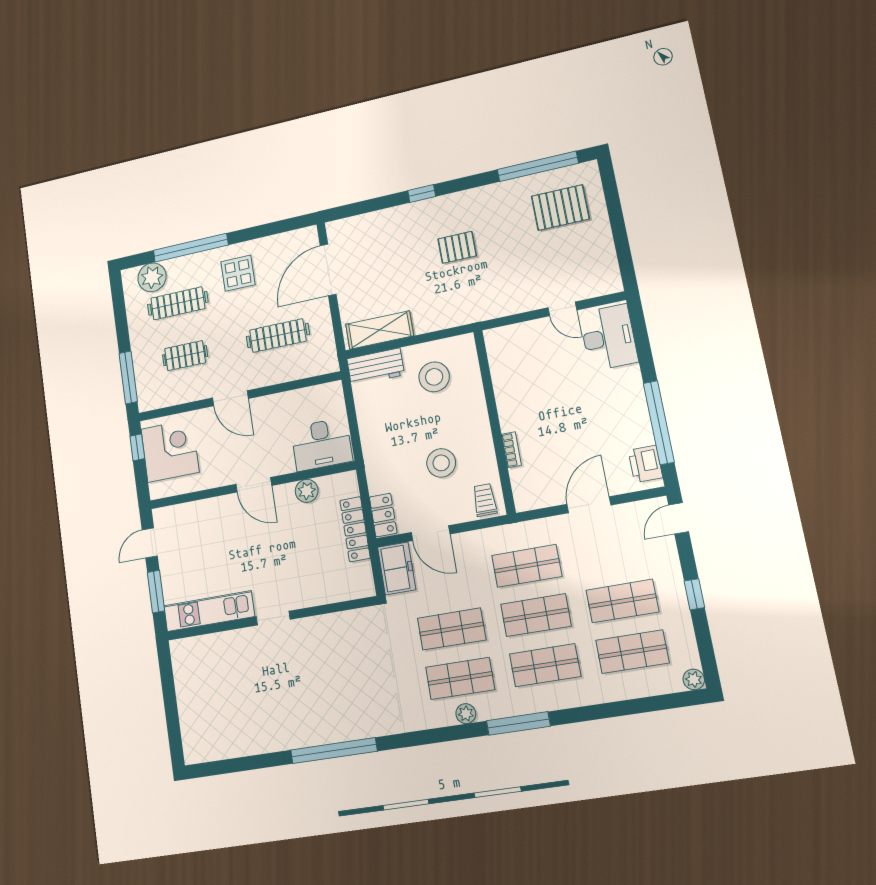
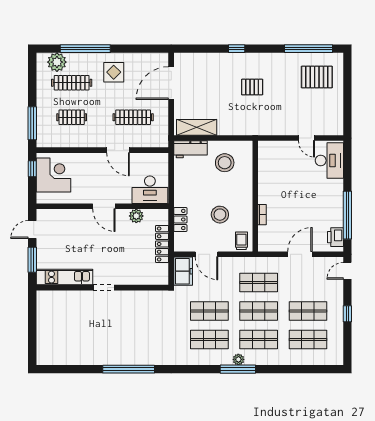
door: (230, 398) -> (118, 150), moved
locker: (383, 515) -> (180, 219), moved
plant: (694, 679) -> (338, 359), removed
plant: (466, 714) -> (238, 359), moved

